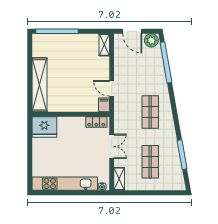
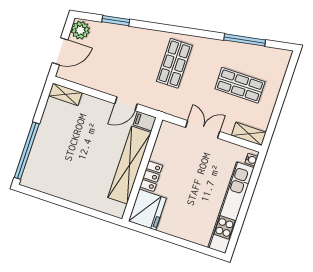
window: (166, 62) -> (116, 21), width x0.47
shelving: (39, 85) -> (129, 165), moved, turned 90
shop shelf: (150, 112) -> (174, 63), turned 90
locker: (96, 122) -> (151, 176), moved

